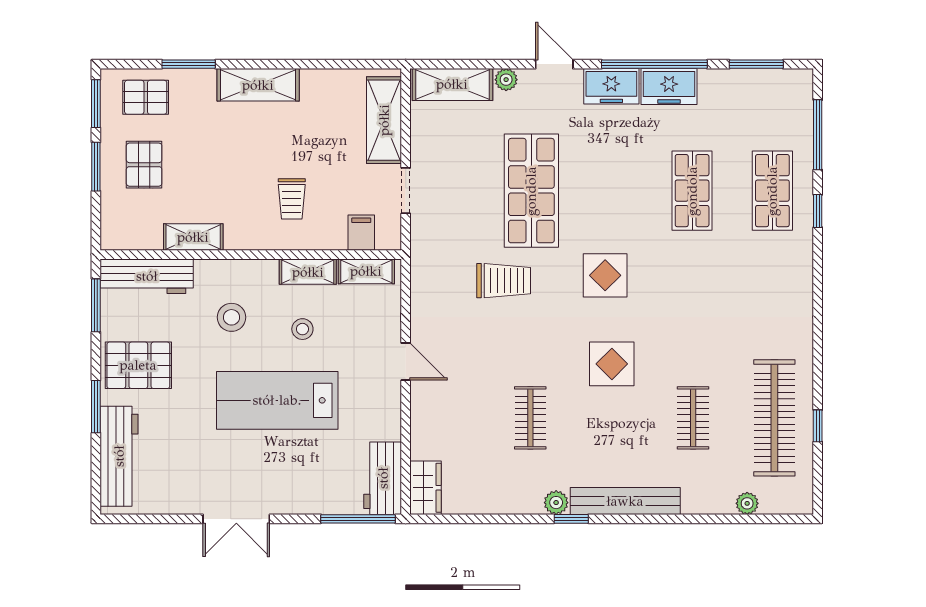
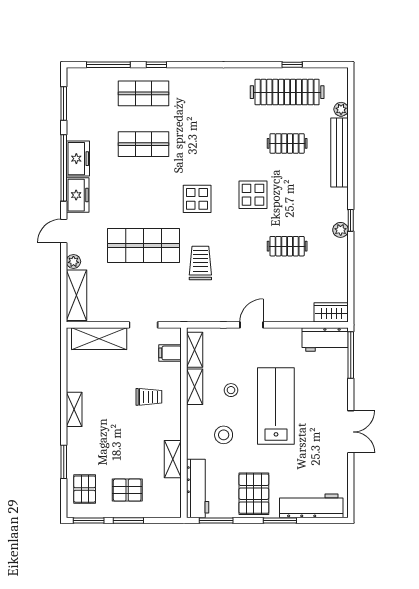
shelving: (258, 85) -> (74, 409), width x0.67, depth x0.75
lab bench: (277, 400) -> (276, 406), turned 180
bench: (625, 501) -> (339, 152), moved

